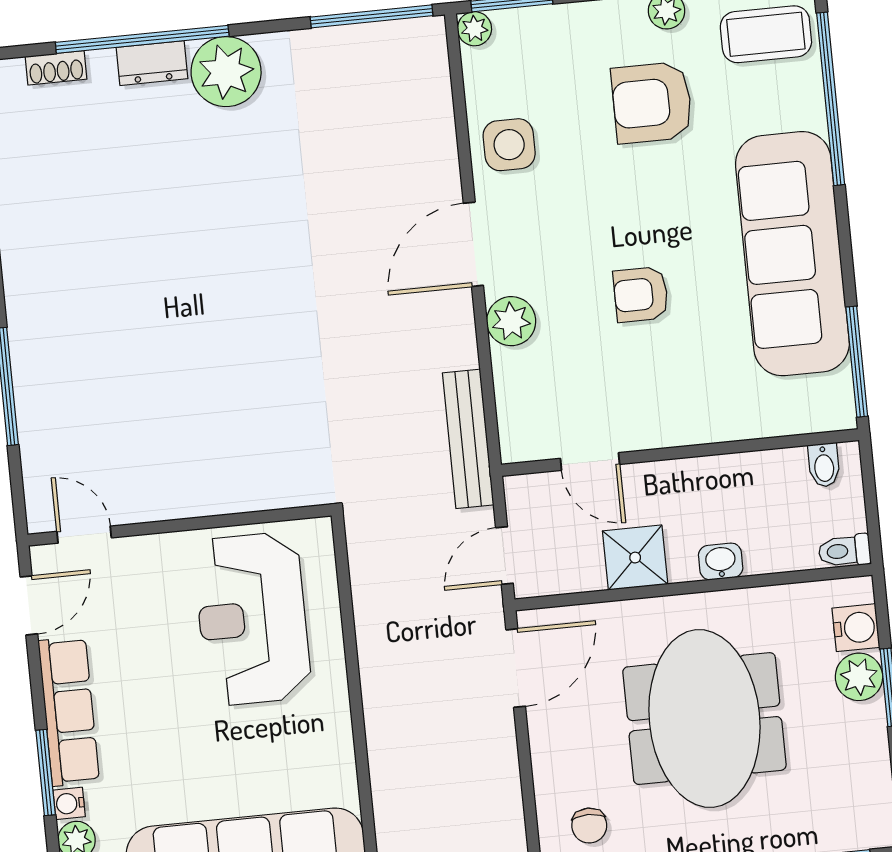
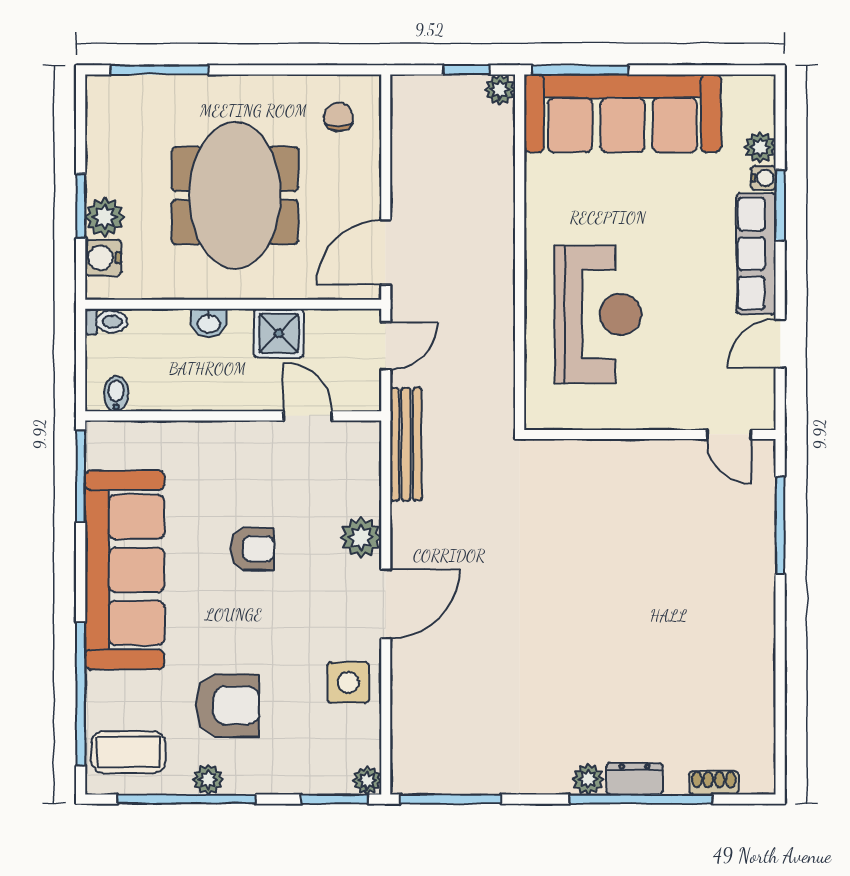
plant: (226, 72) -> (588, 779), width x0.53, depth x0.53
wall: (180, 525) -> (650, 434), moved
door: (84, 535) -> (729, 434), moved

